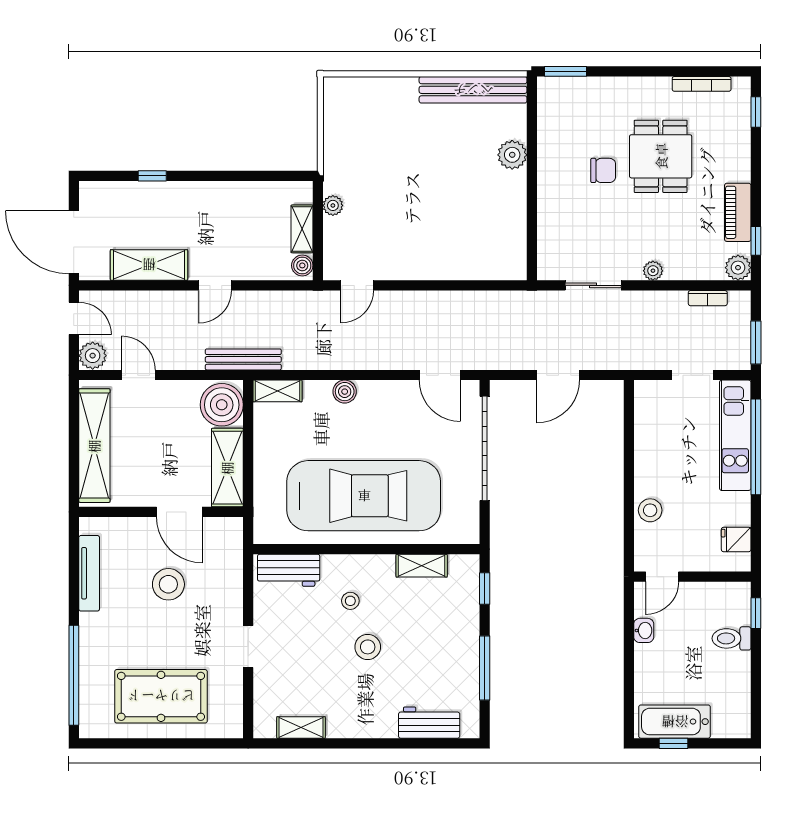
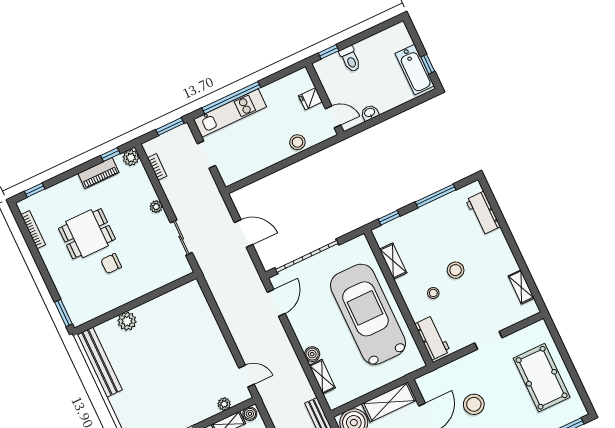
chair: (603, 170) -> (111, 264), turned -90
plant: (333, 205) -> (224, 404), moved
shelving: (278, 391) -> (322, 377), moved
fridge: (736, 539) -> (310, 99), moved, turned 90

